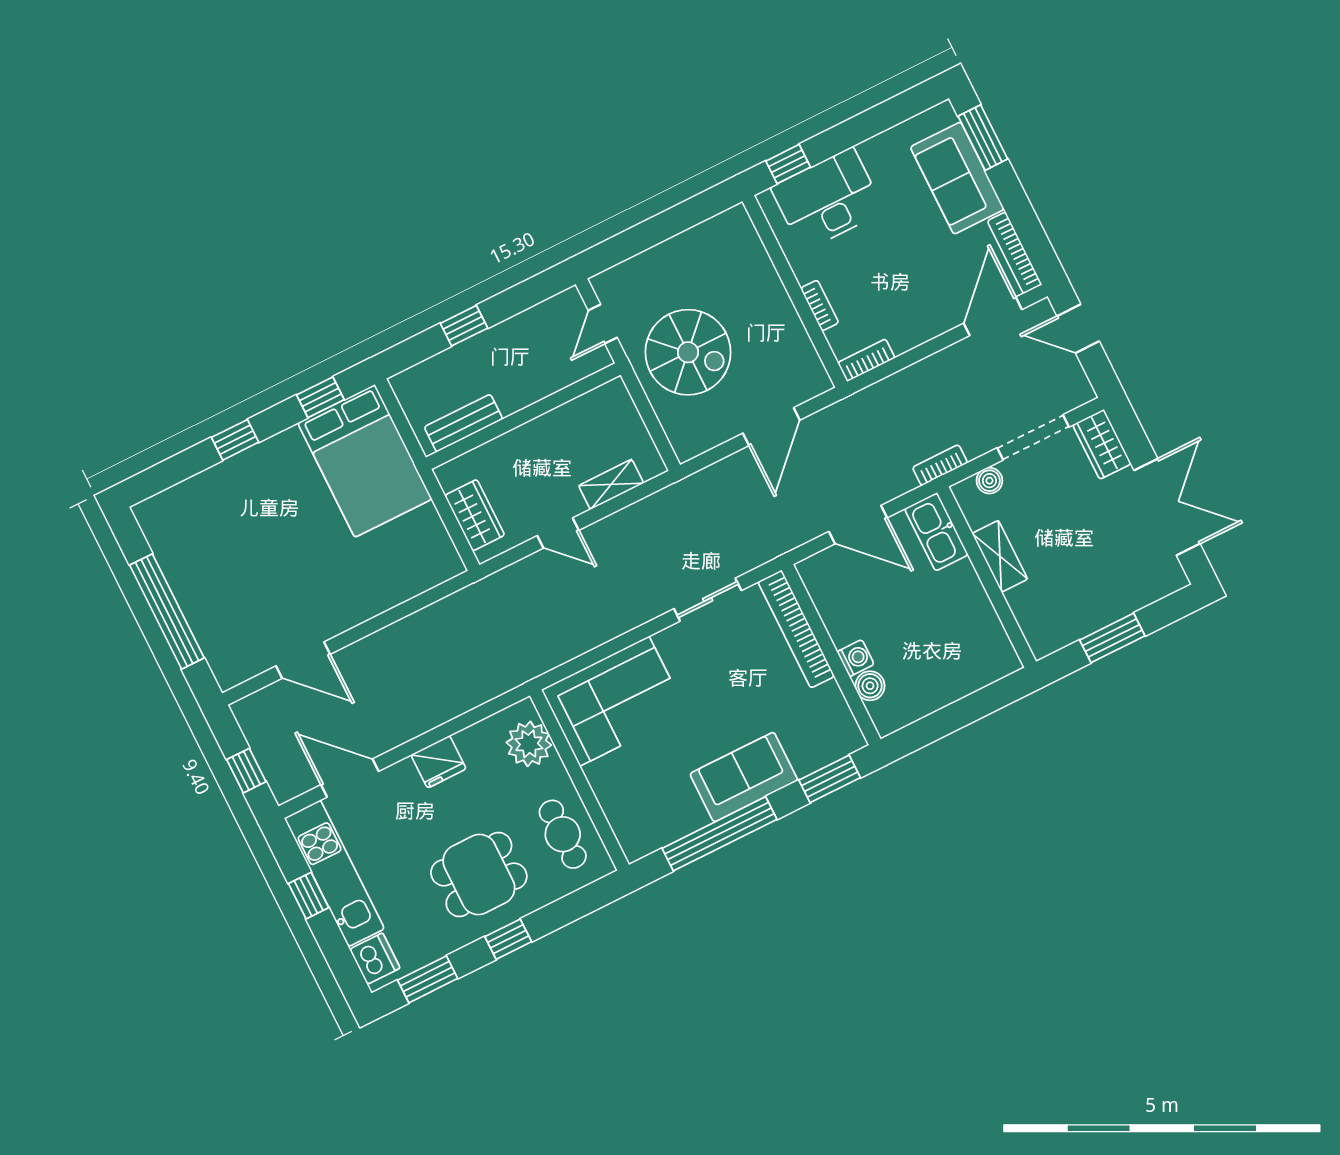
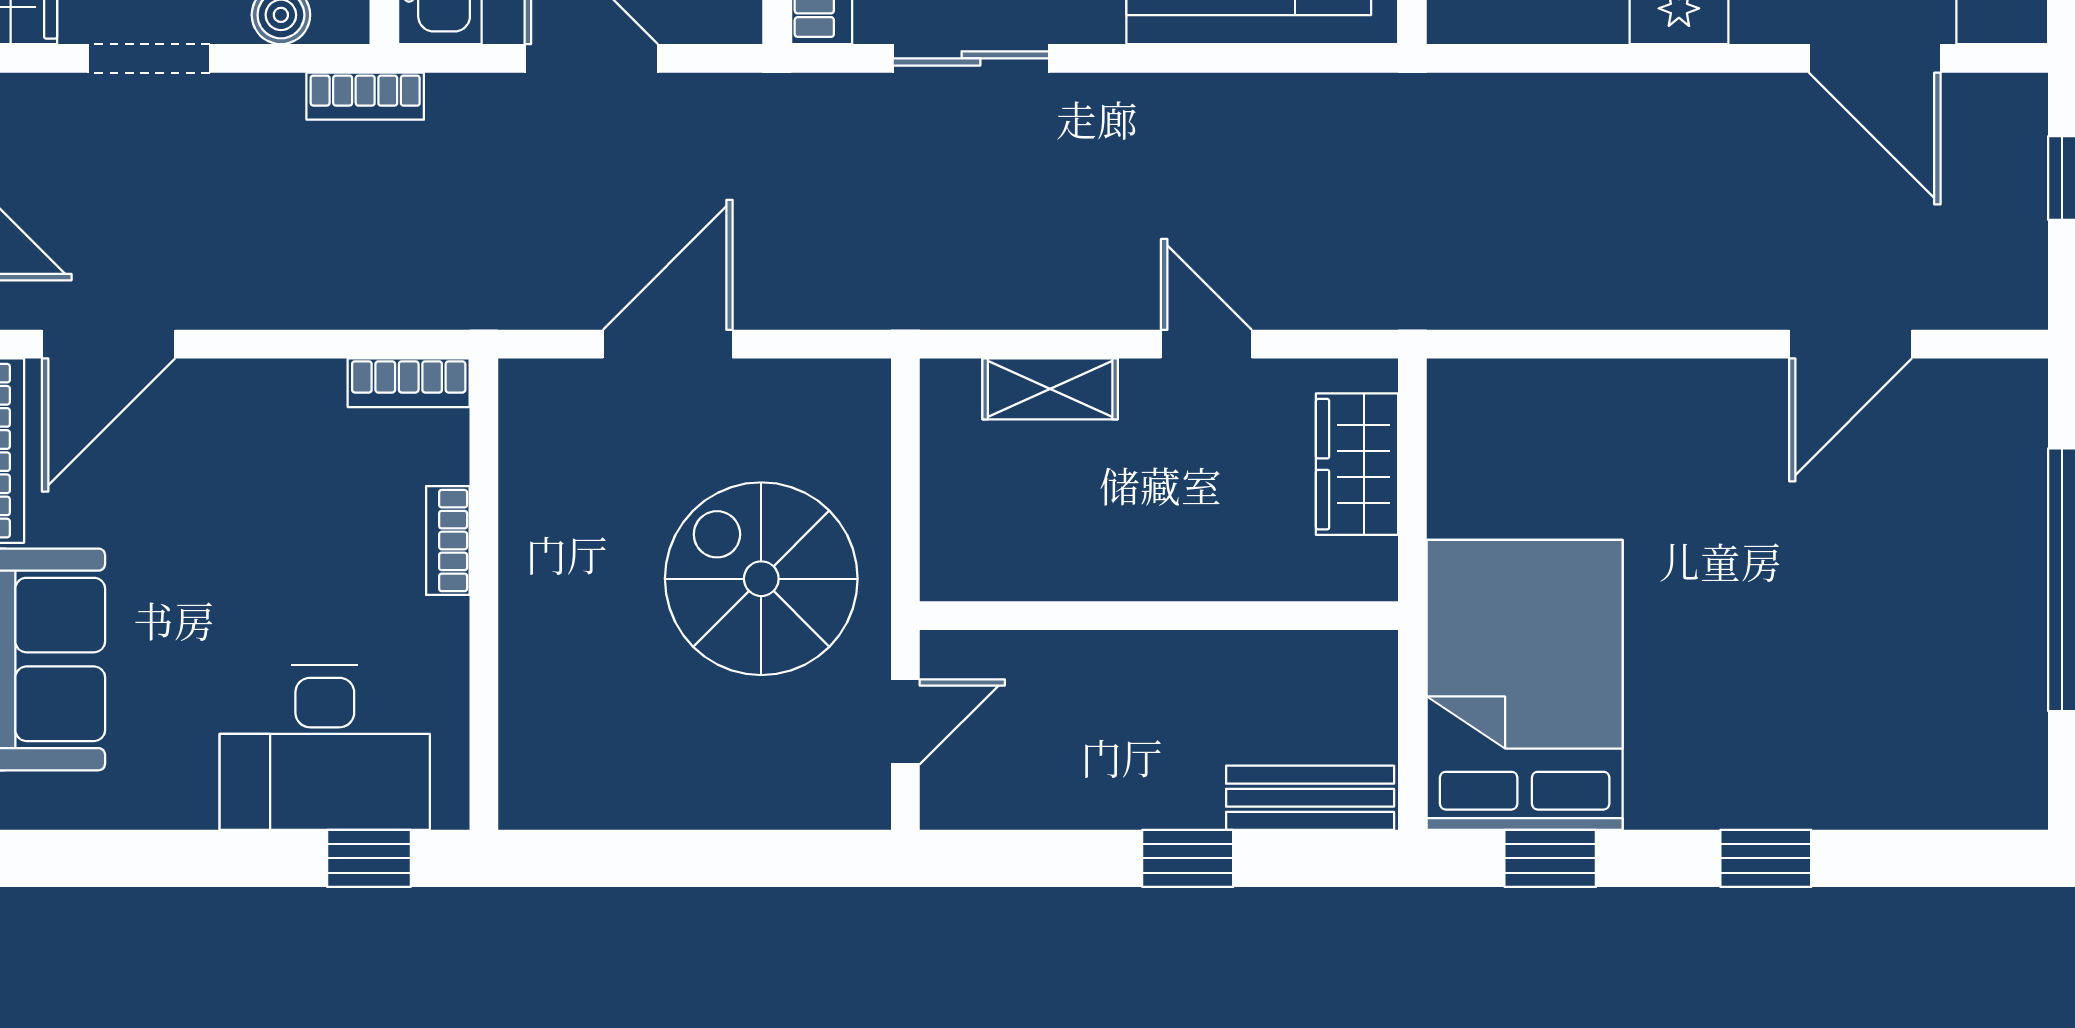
bench: (463, 423) -> (1310, 798), moved
doorway: (1033, 437) -> (149, 58), width x0.73
door: (303, 660) -> (1851, 344), swing flipped

